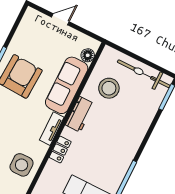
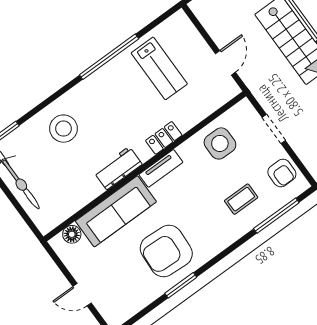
stool: (109, 88) -> (63, 129), moved

